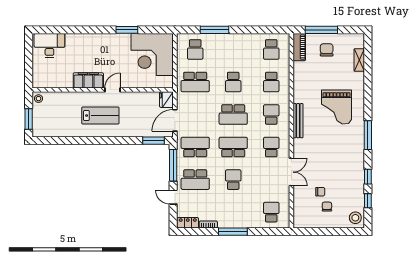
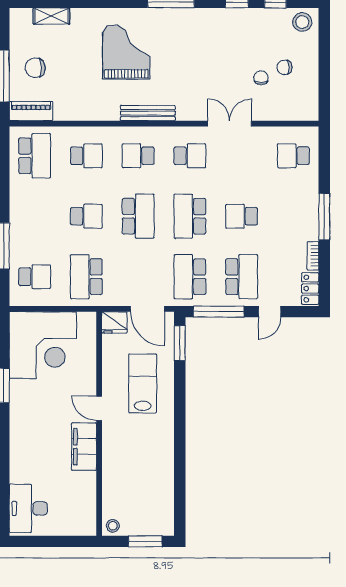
school desk: (271, 49) -> (35, 156), width x1.85
school desk: (195, 82) -> (86, 277), turned 180
grand piano: (337, 107) -> (126, 52), turned -90
lab bench: (100, 116) -> (143, 383), moved
school desk: (271, 147) -> (190, 156), turned 180

